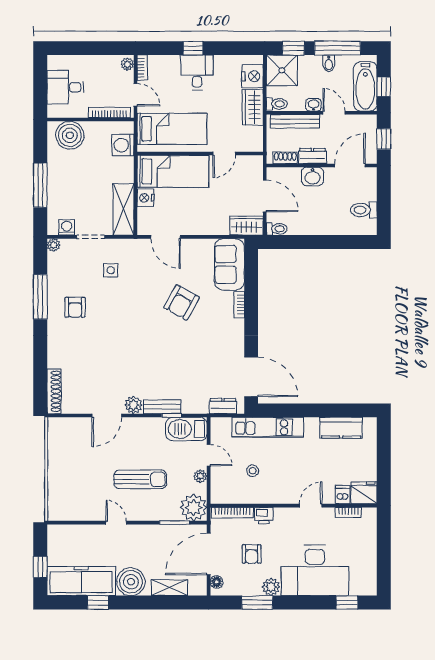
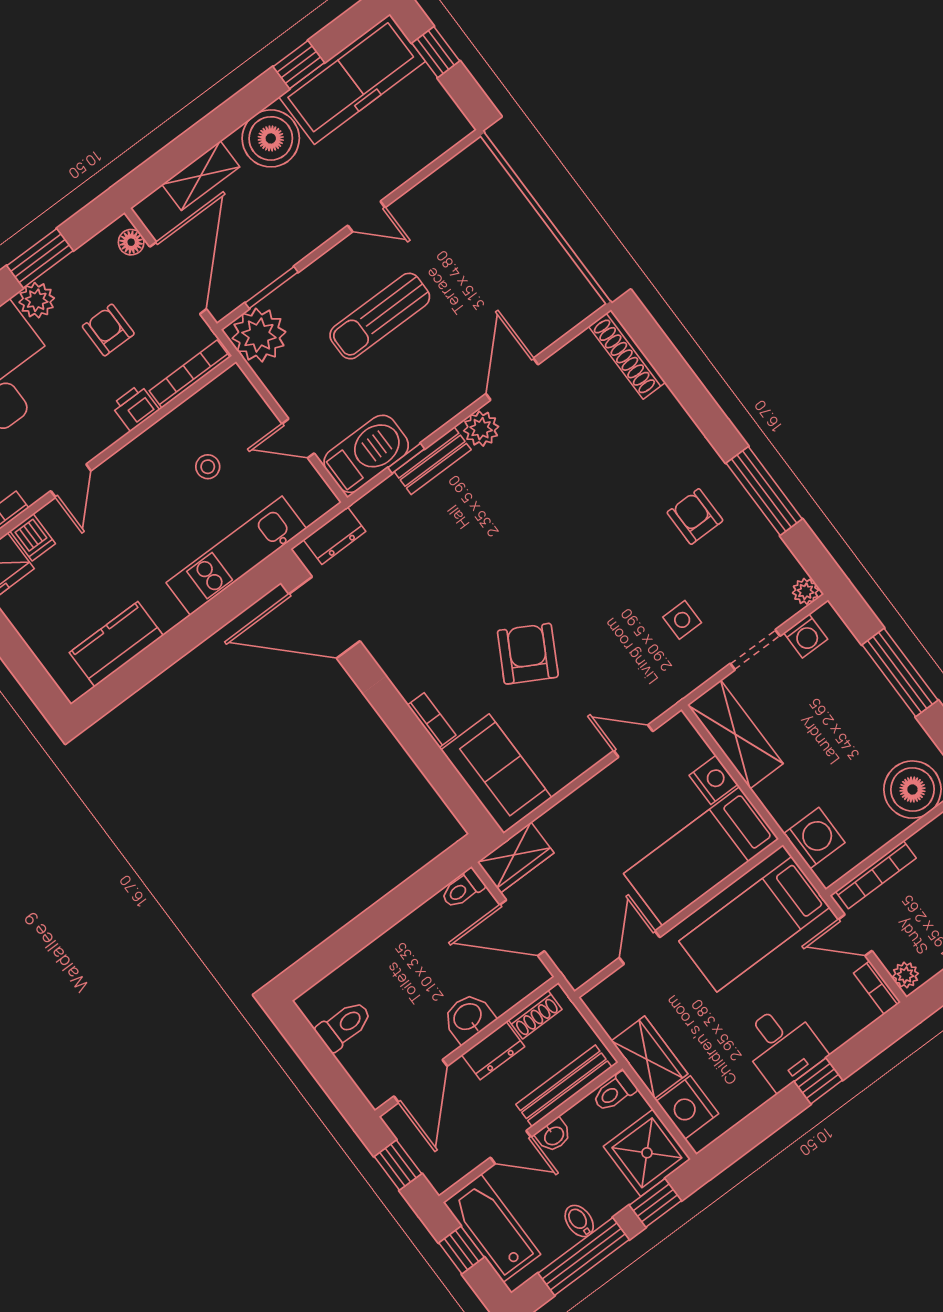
door: (166, 237) -> (633, 741), width x0.73
plant: (200, 476) -> (286, 394), removed

